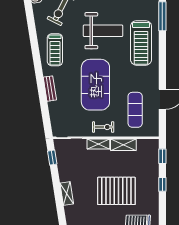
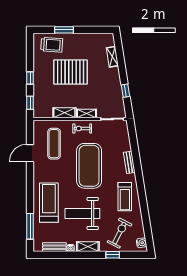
treadmill: (55, 50) -> (125, 197), turned 180
window: (52, 158) -> (125, 91), moved
shelving: (67, 193) -> (112, 57), moved

